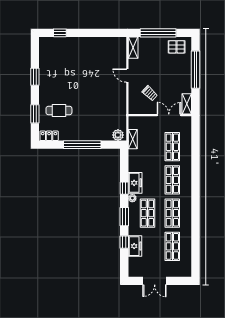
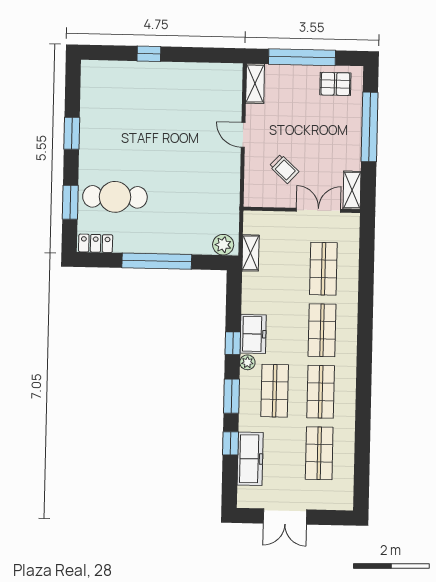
window: (60, 33) -> (149, 54), moved
cafe table: (59, 111) -> (115, 197), width x1.37, depth x1.35
freezer: (135, 246) -> (250, 459), width x1.40

